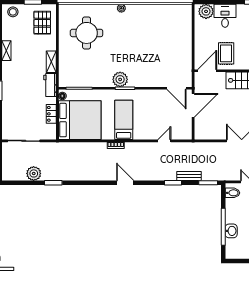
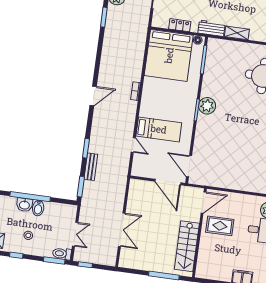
door: (207, 71) -> (204, 203), hinge flipped
door: (176, 88) -> (189, 166), hinge flipped
bed: (124, 120) -> (159, 129), moved
bidet: (232, 193) -> (38, 208), moved

